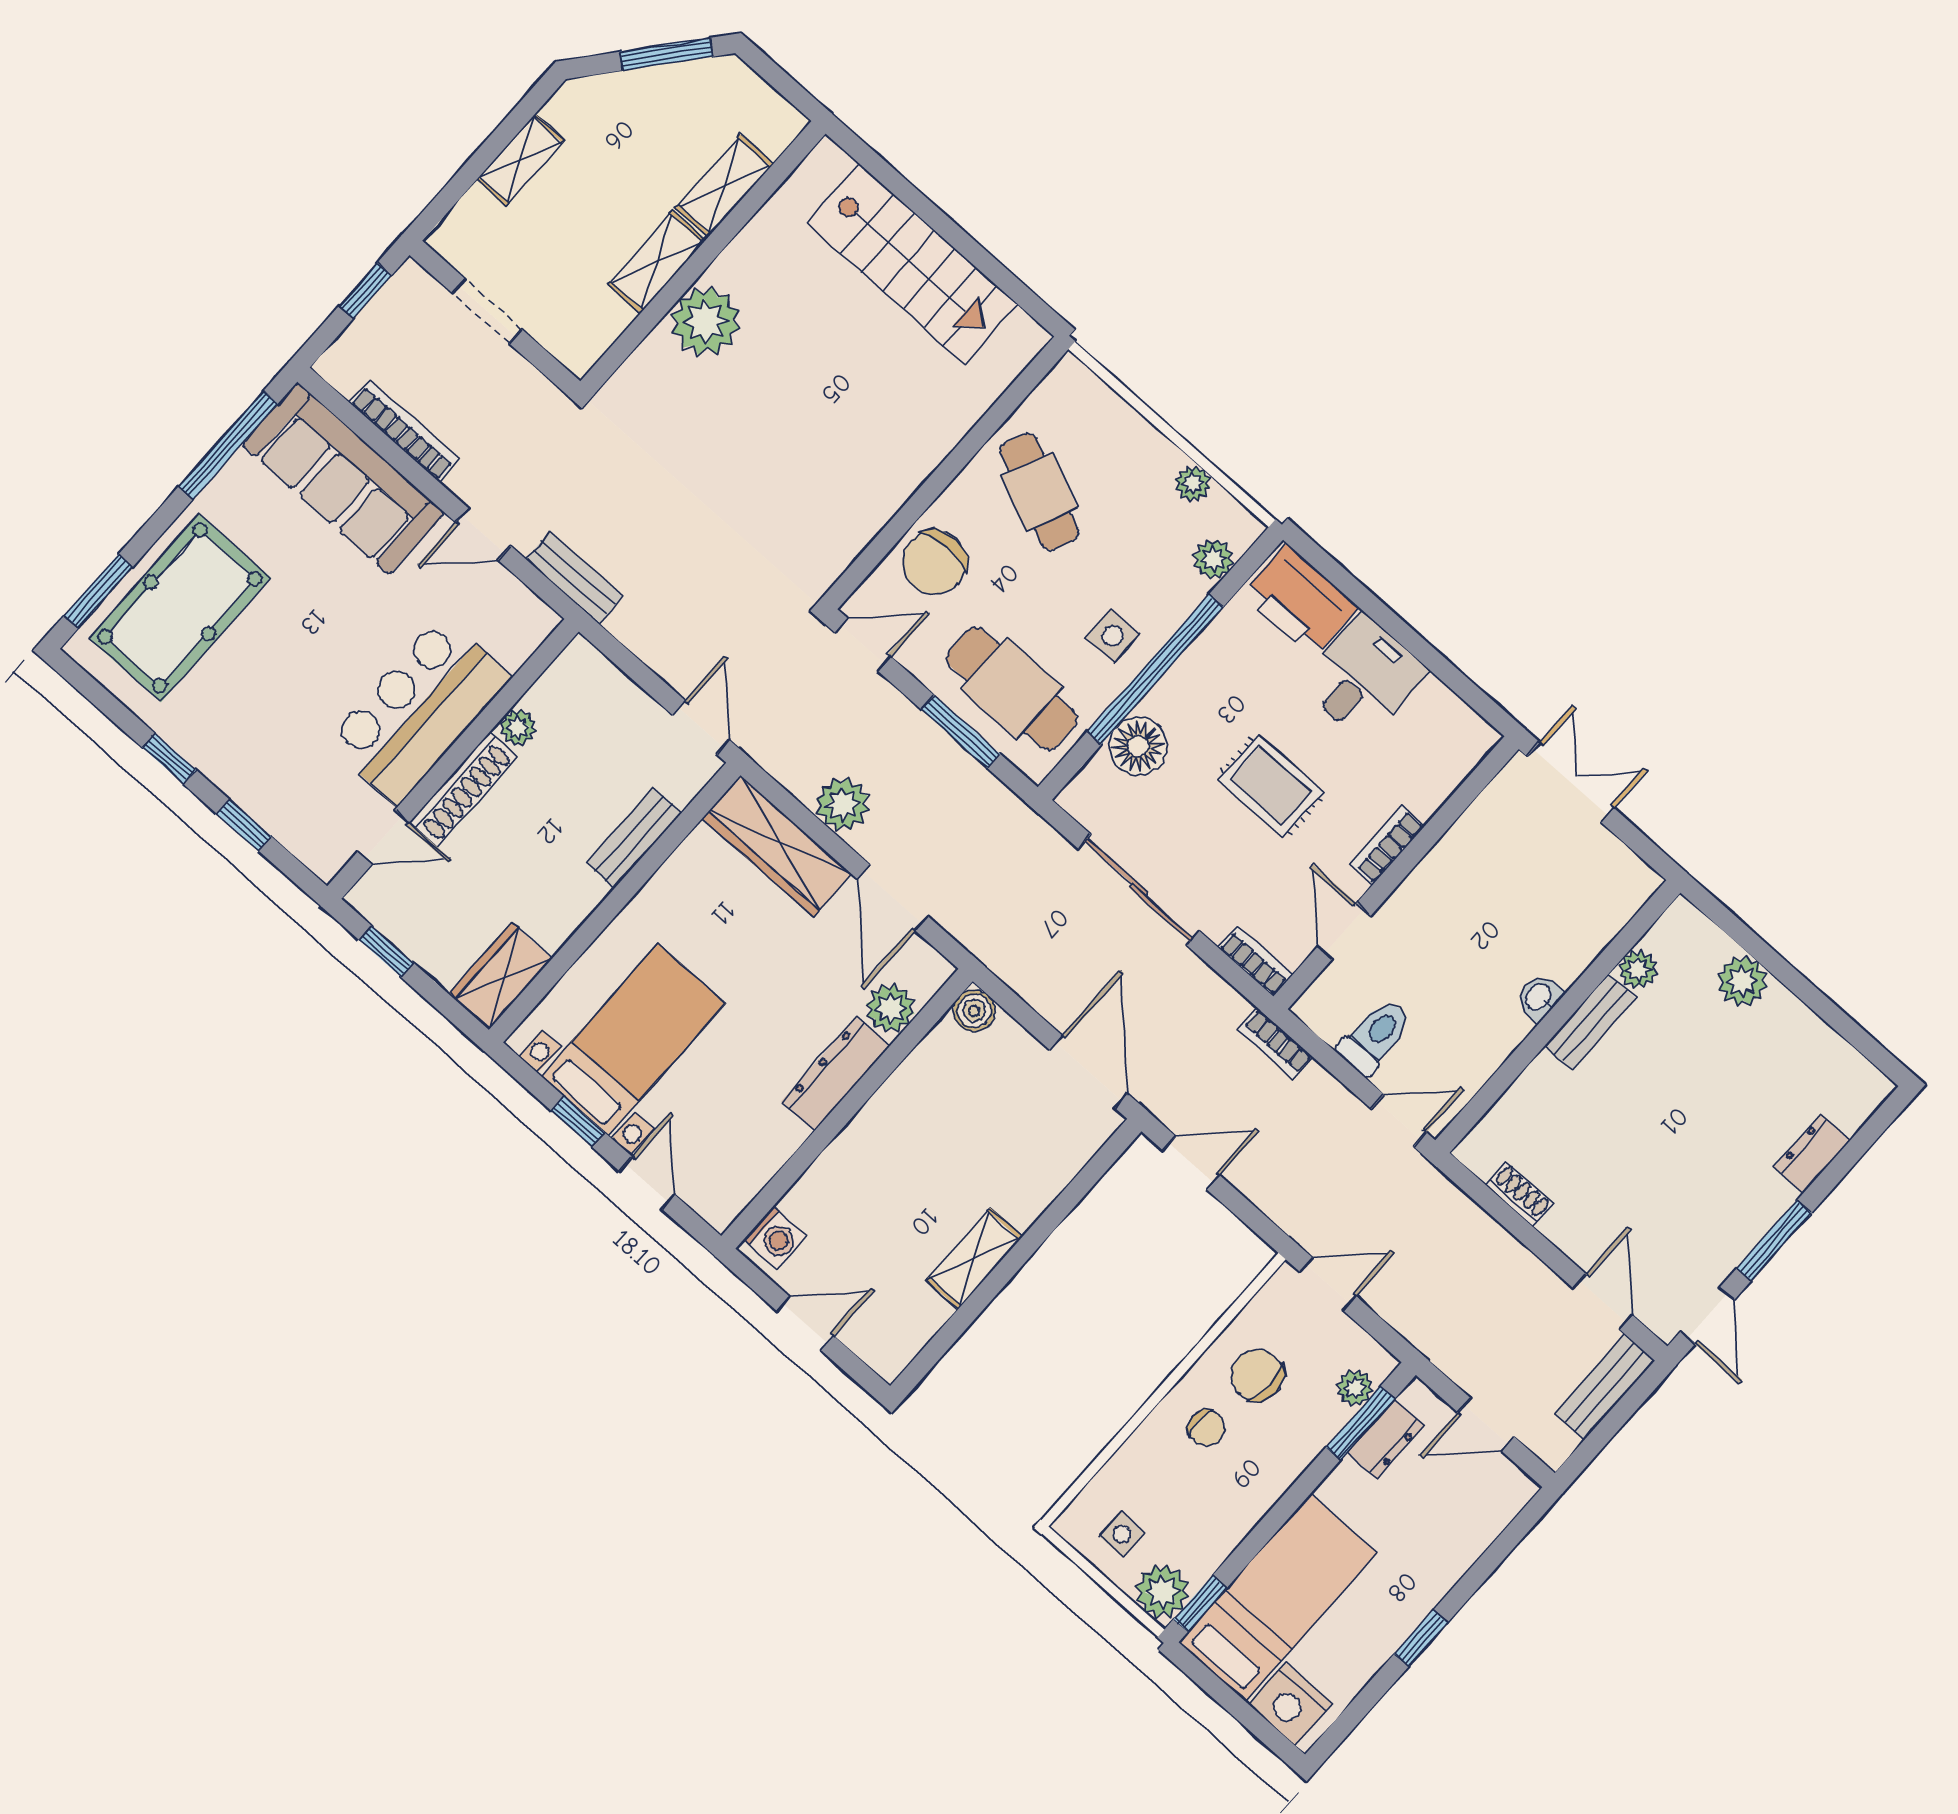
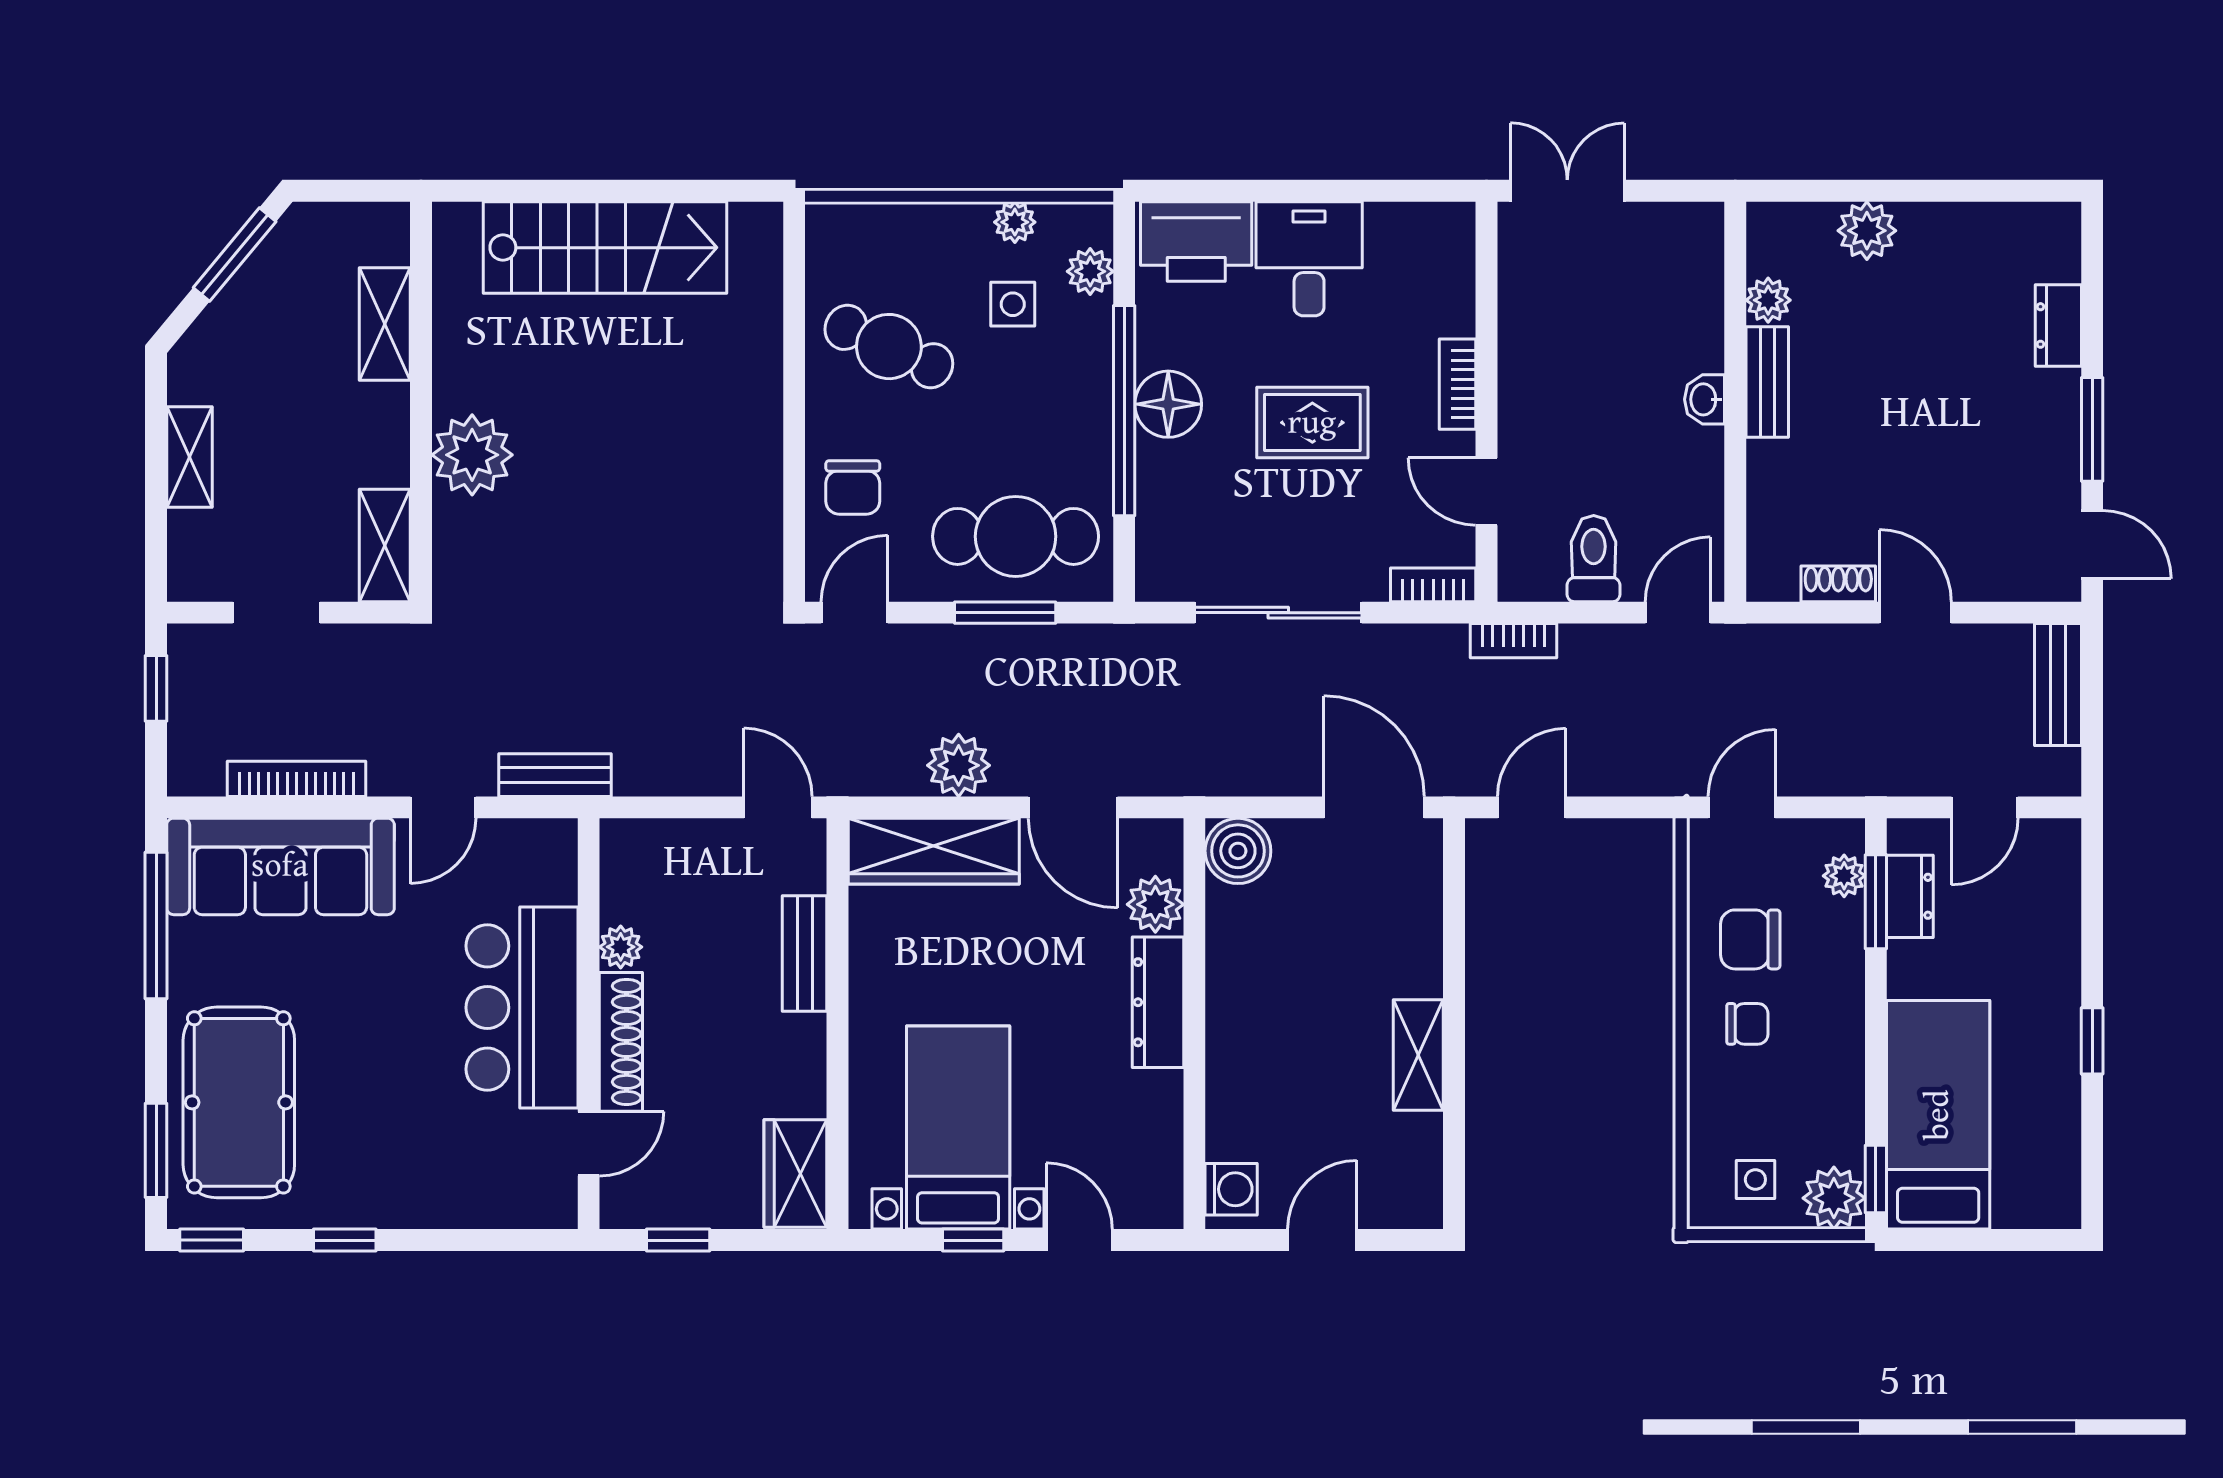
shelving: (657, 262) -> (385, 545), moved
chair: (934, 563) -> (853, 487), width x0.73, depth x0.73
side table: (1113, 636) -> (1013, 304), moved
floor lamp: (1138, 746) -> (1168, 404), moved
window: (244, 825) -> (212, 1240), moved
boiler: (974, 1011) -> (1238, 851), width x1.36, depth x1.36
door: (1603, 1302) -> (1915, 613), moved
nightstand: (1290, 1704) -> (2030, 1197), removed

